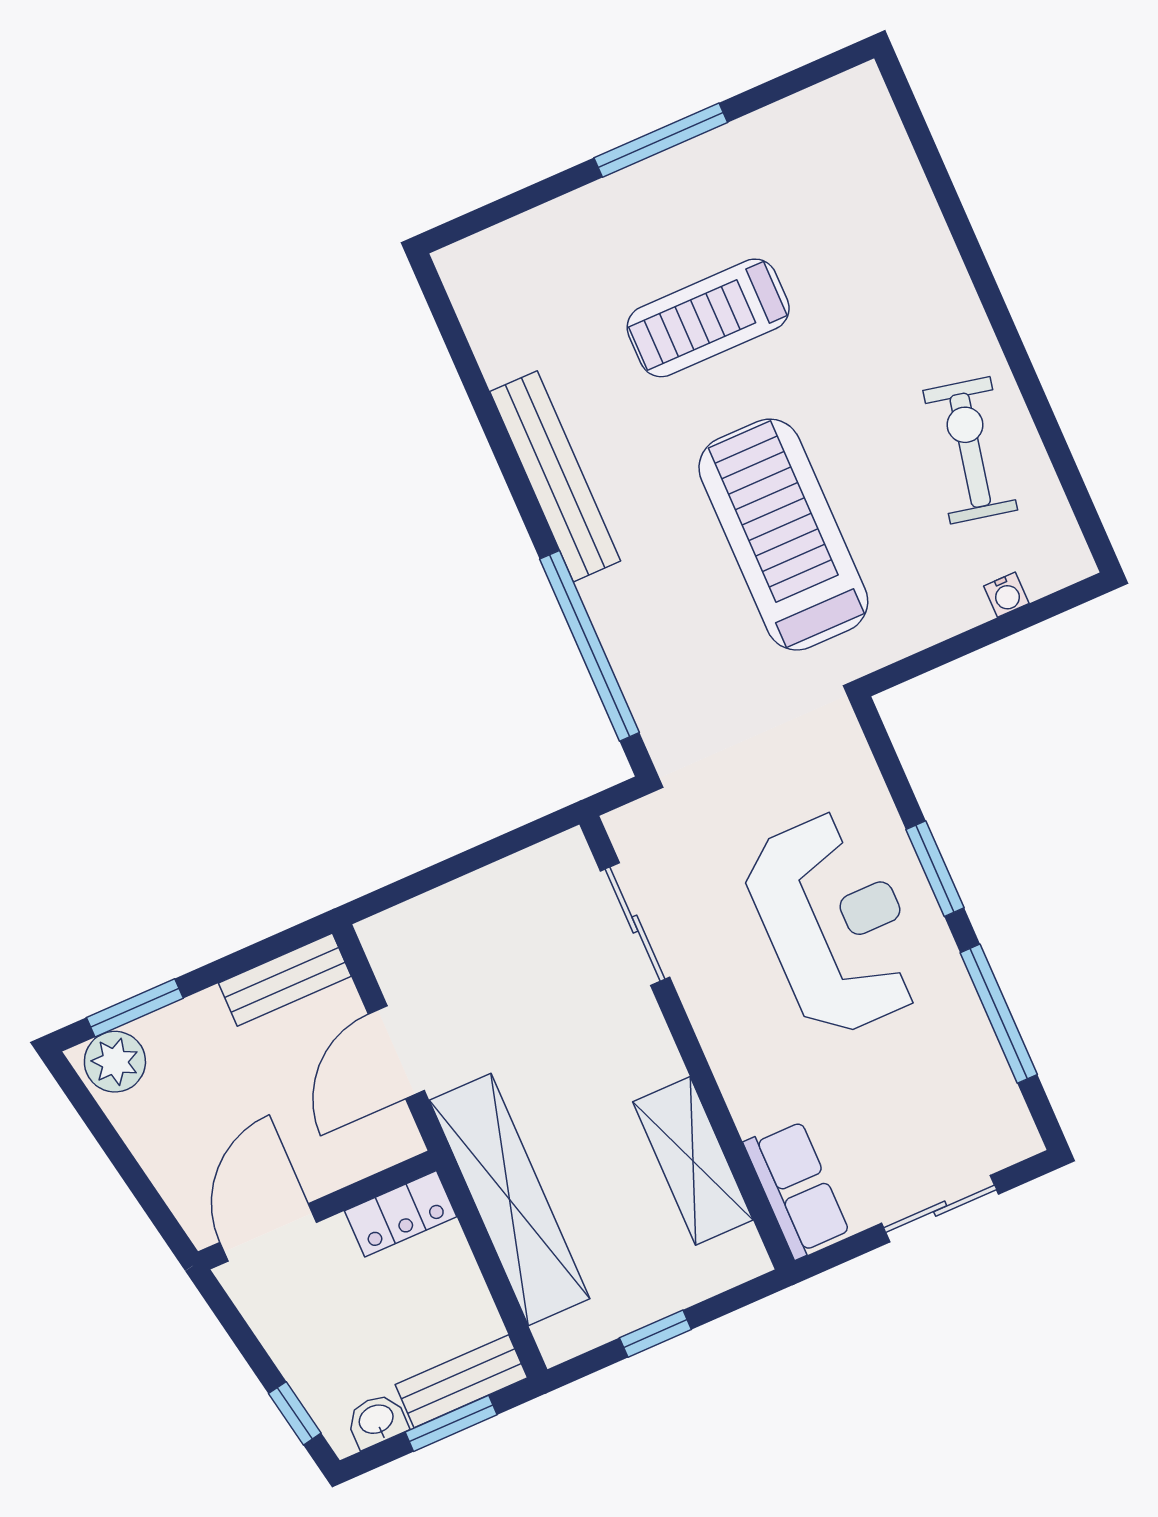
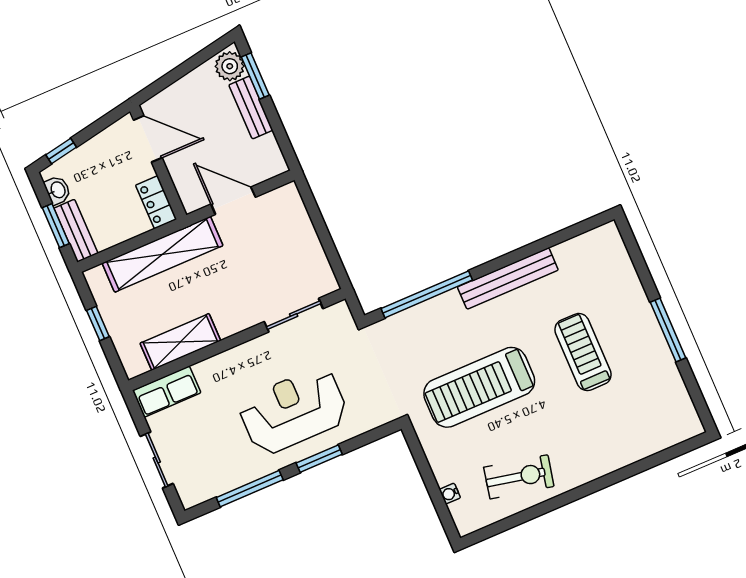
treadmill: (783, 535) -> (479, 387), turned 180
reception desk: (835, 923) -> (293, 411), turned 180
bench: (285, 980) -> (251, 107), moved

